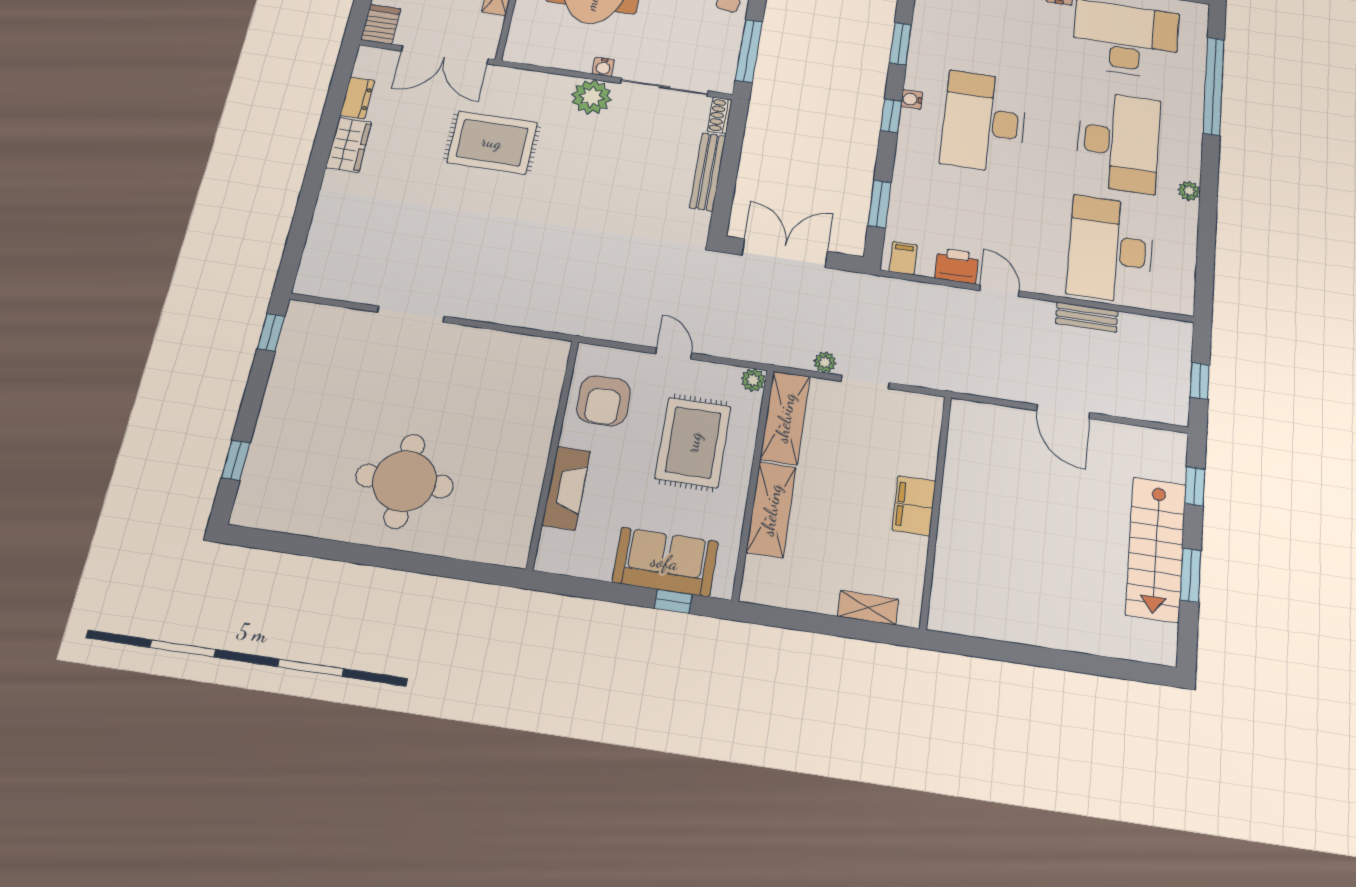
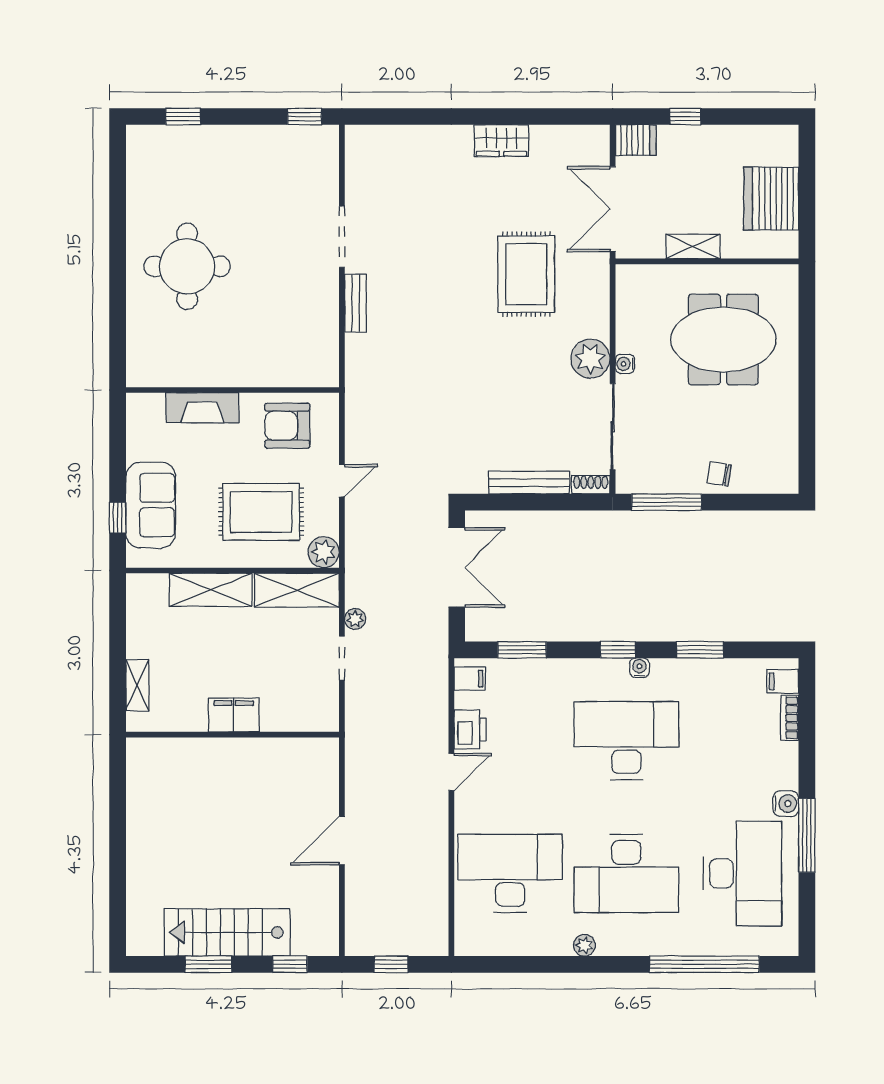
dresser: (357, 98) -> (552, 137), removed
bench: (1087, 317) -> (356, 303), moved
plant: (753, 380) -> (324, 552), width x1.38, depth x1.38

